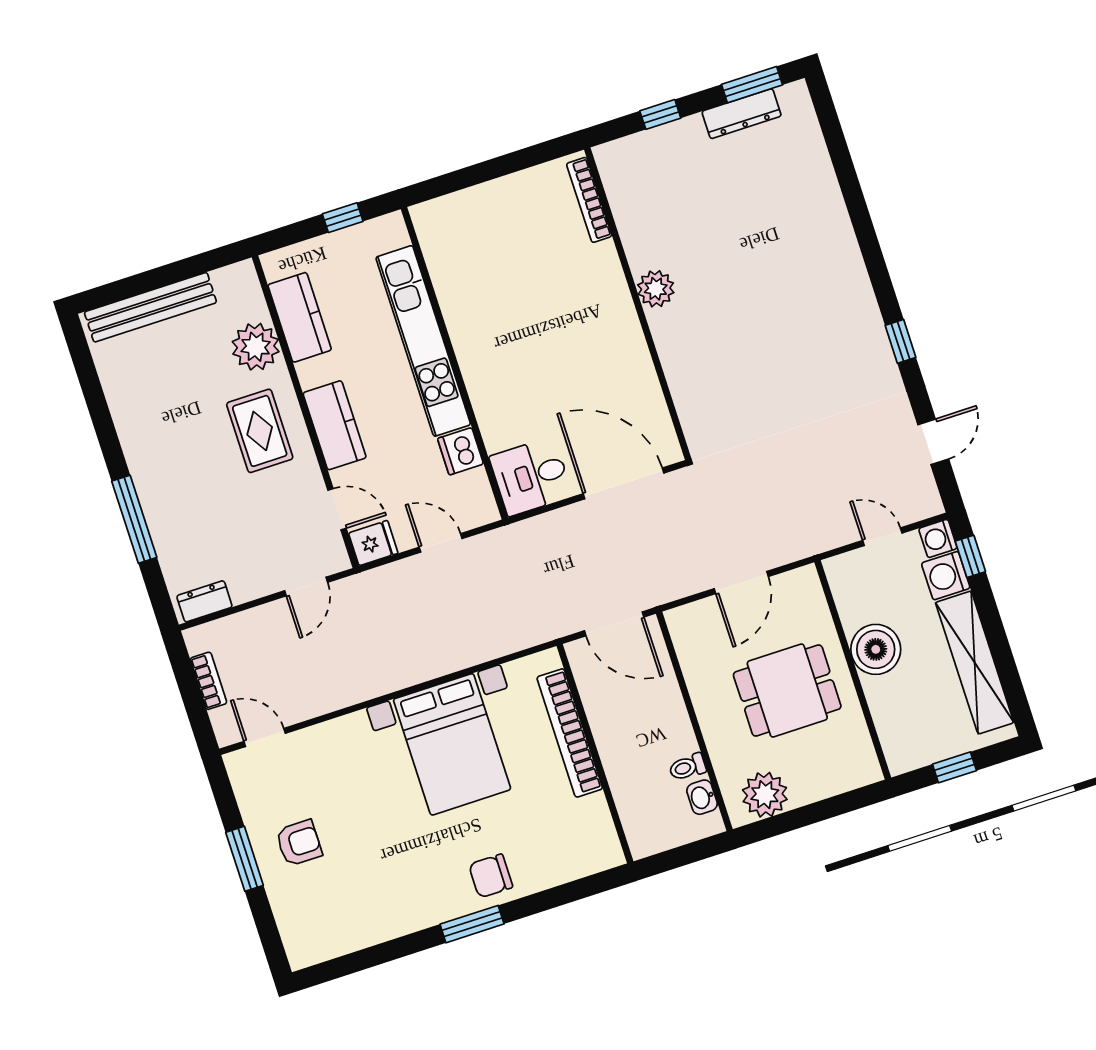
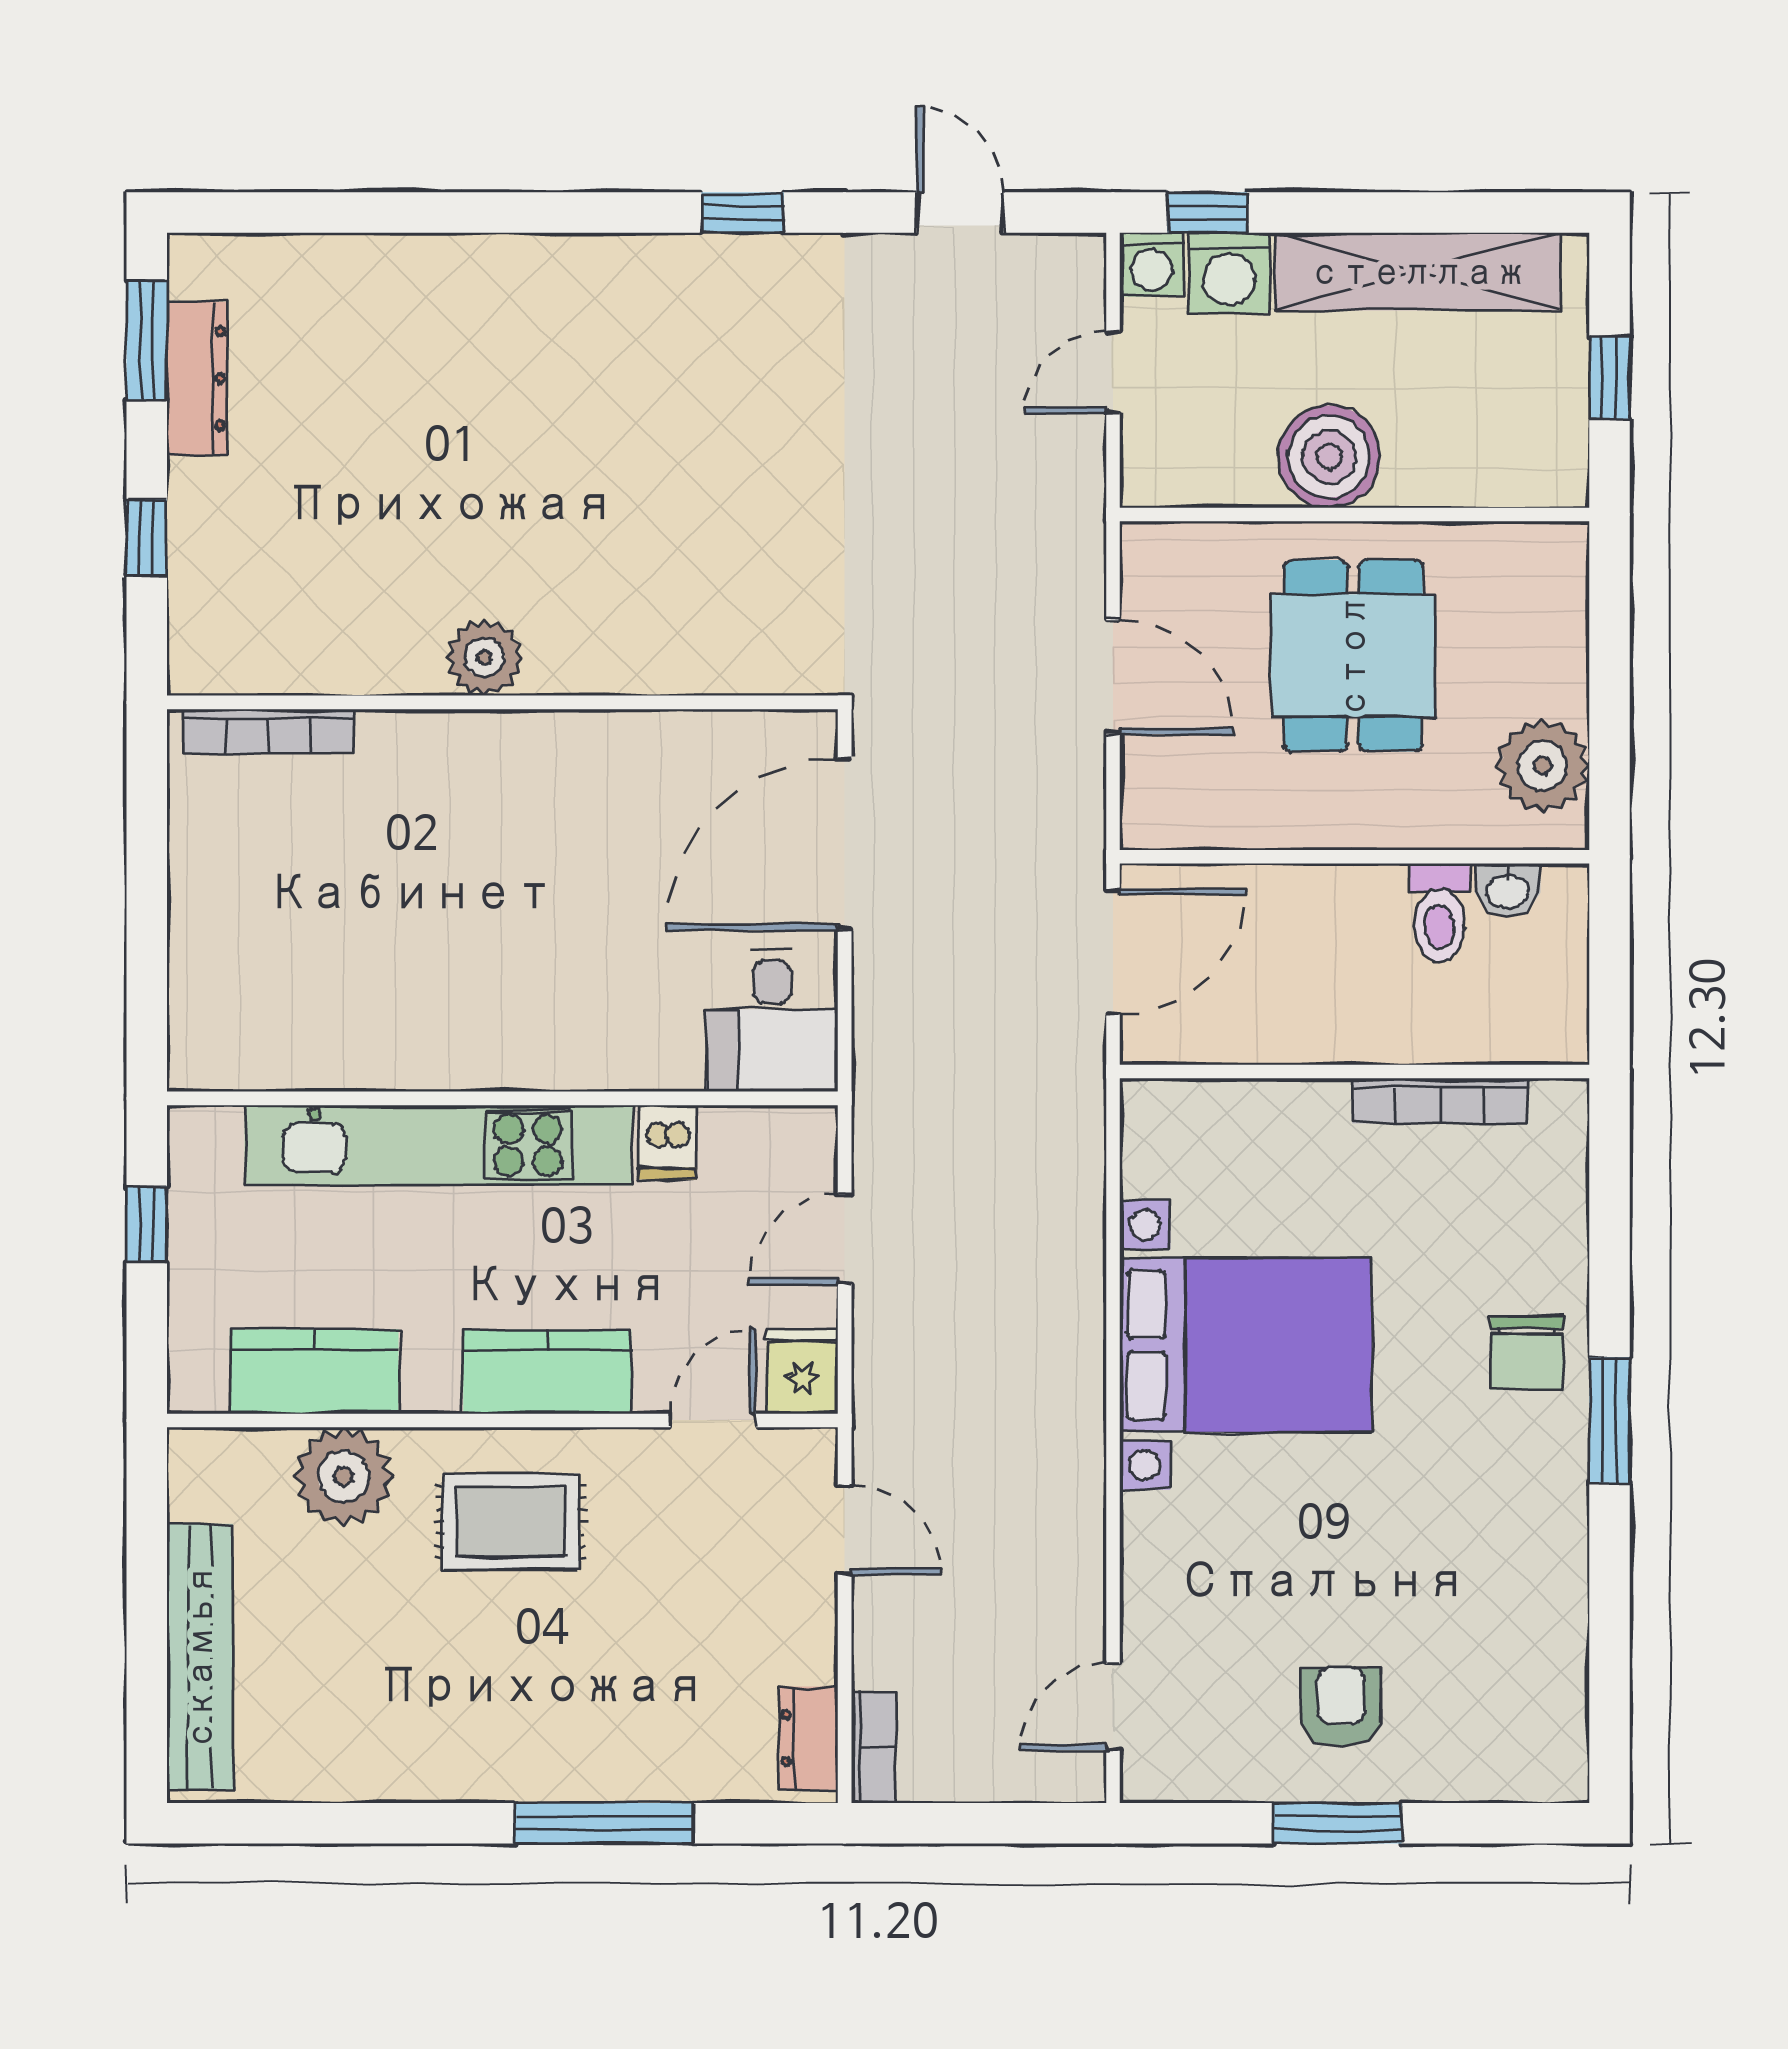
dishwasher: (460, 451) -> (667, 1142), width x0.73
bookcase: (208, 681) -> (874, 1747), moved, turned 90
bookcase: (570, 733) -> (1440, 1101), moved, width x0.68, depth x0.76
toilet: (688, 767) -> (1440, 913), width x1.37, depth x1.39

